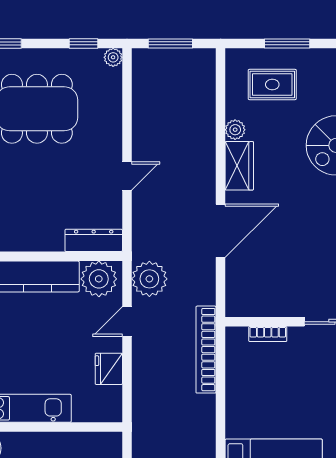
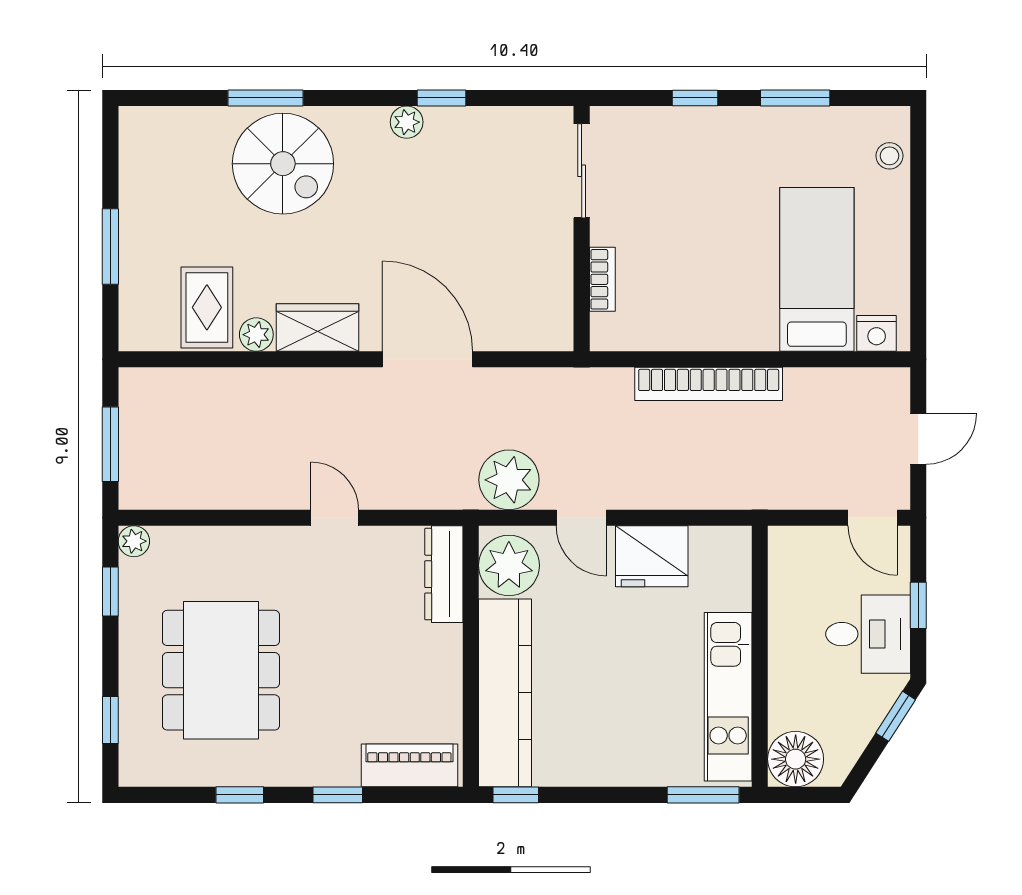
rug: (272, 84) -> (207, 307), moved
bookcase: (206, 350) -> (709, 384), moved
fridge: (109, 369) -> (652, 556), width x1.36, depth x1.34

